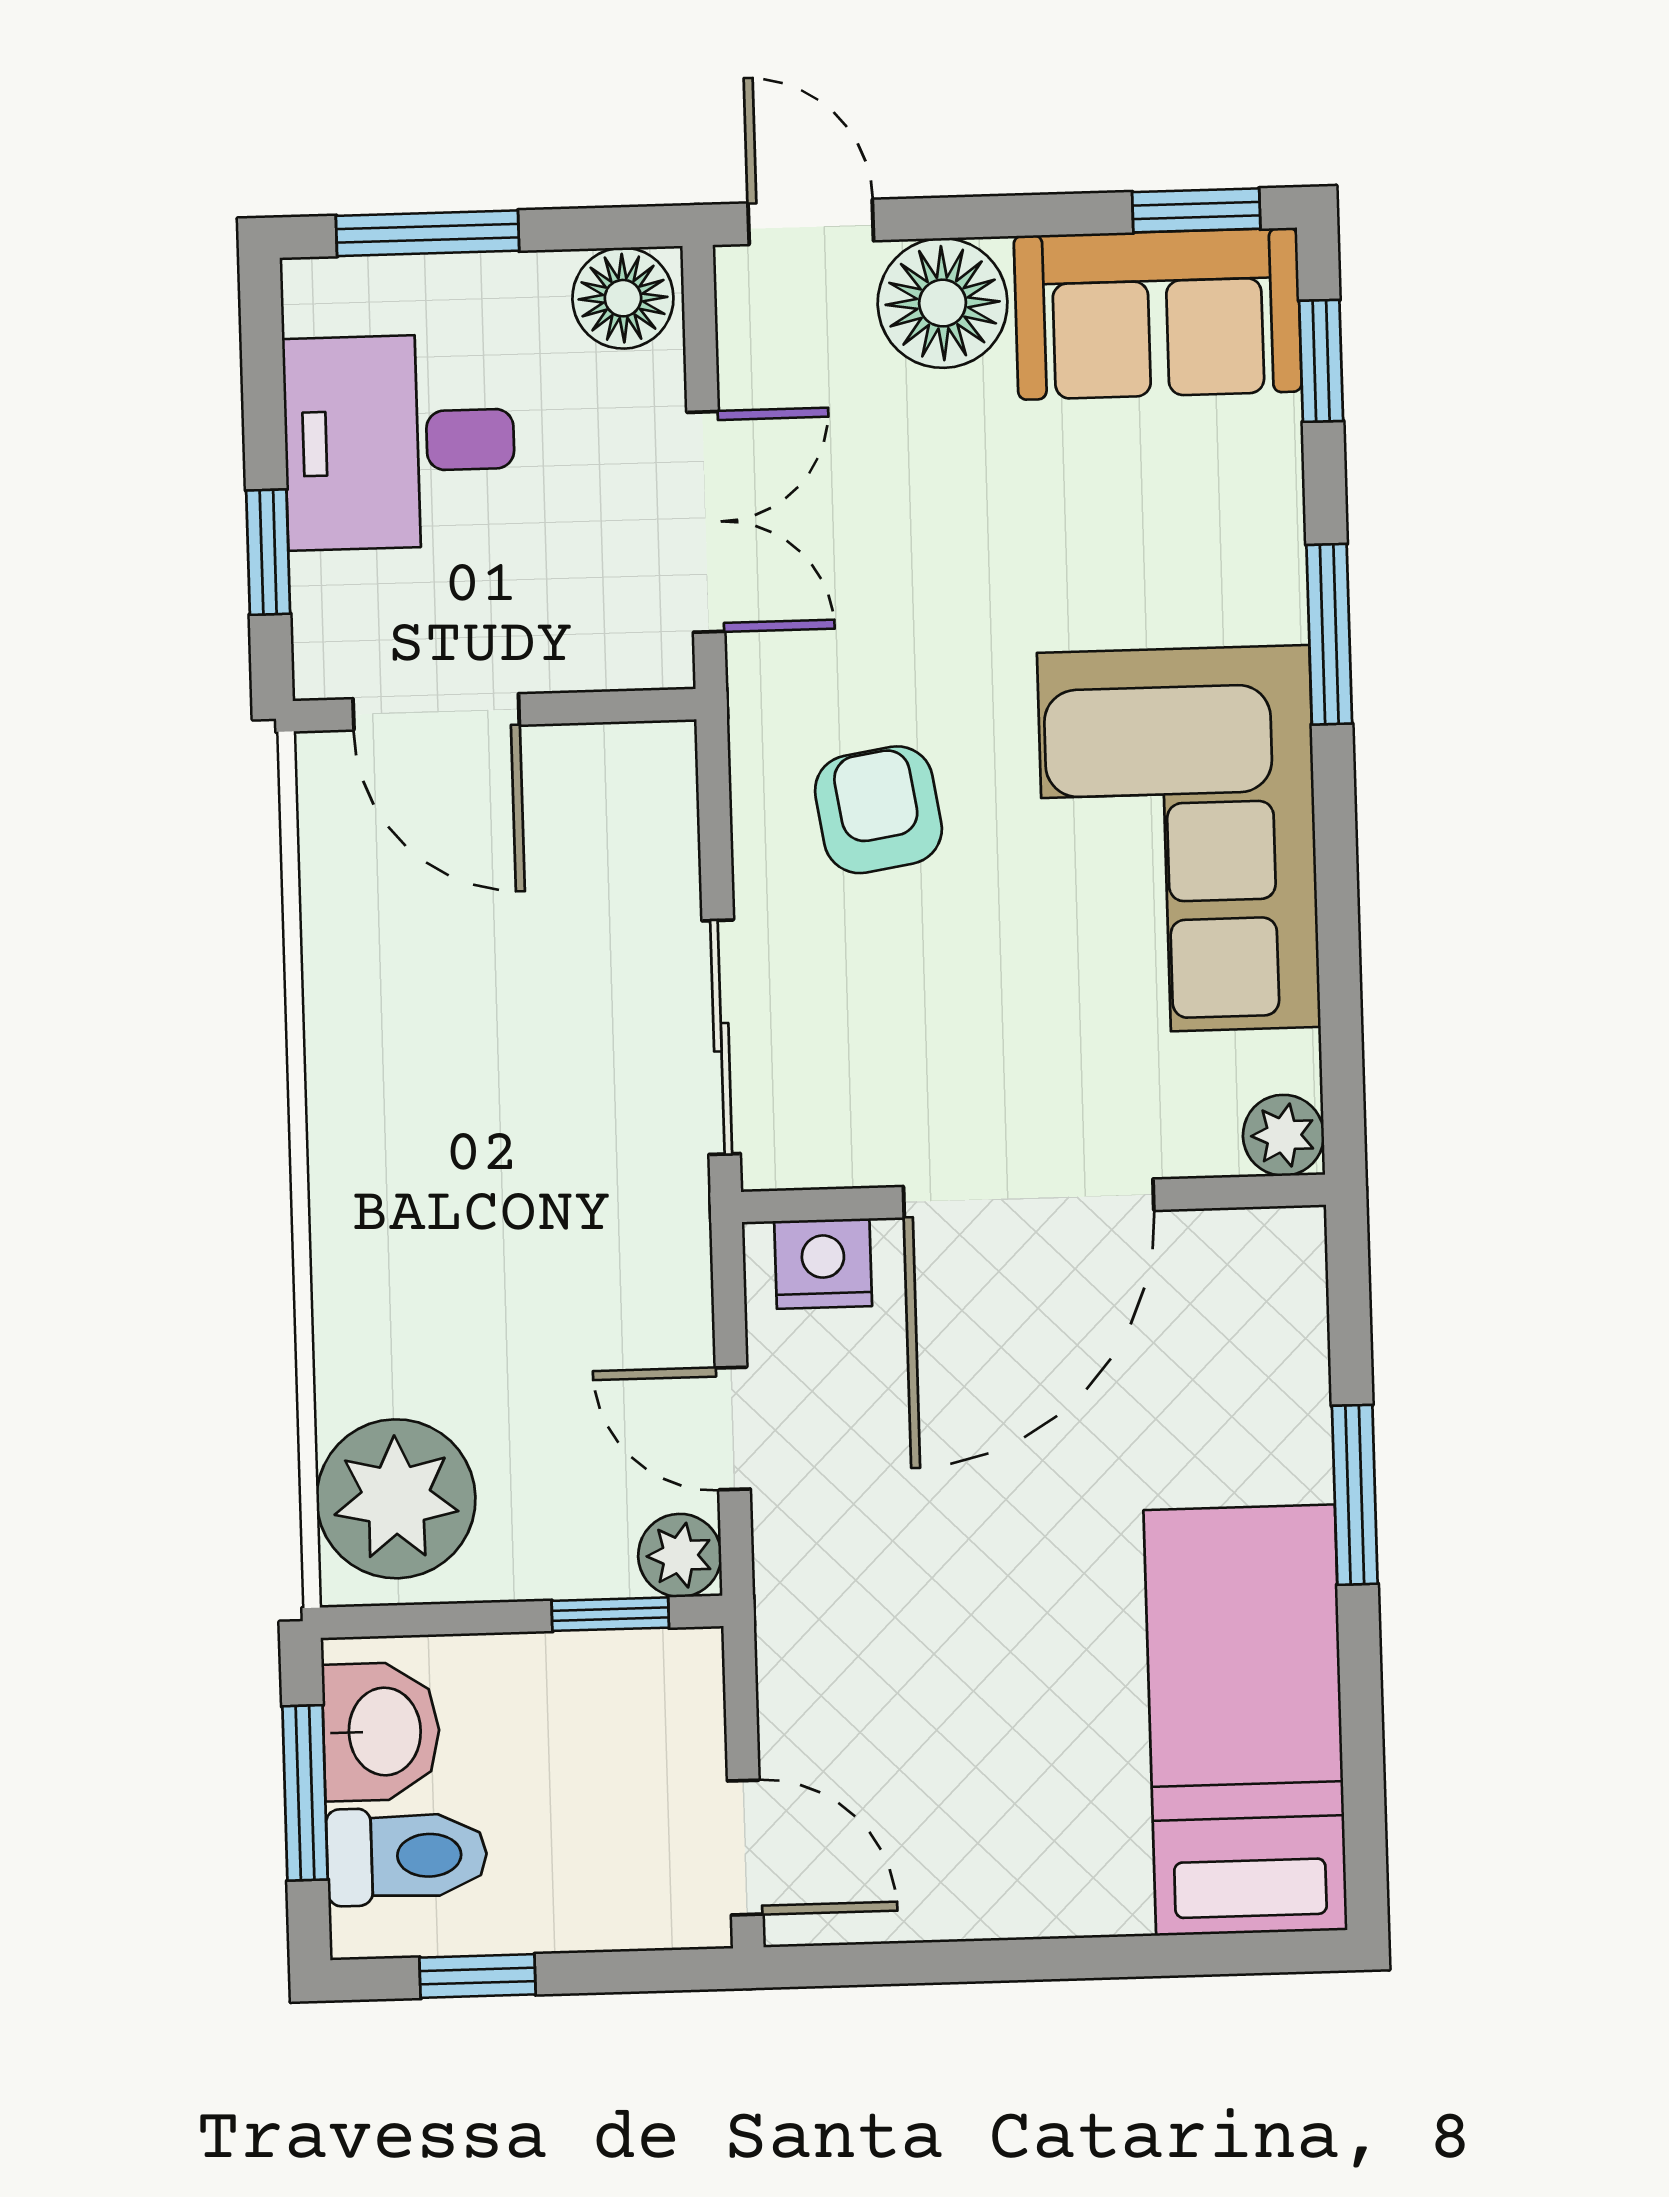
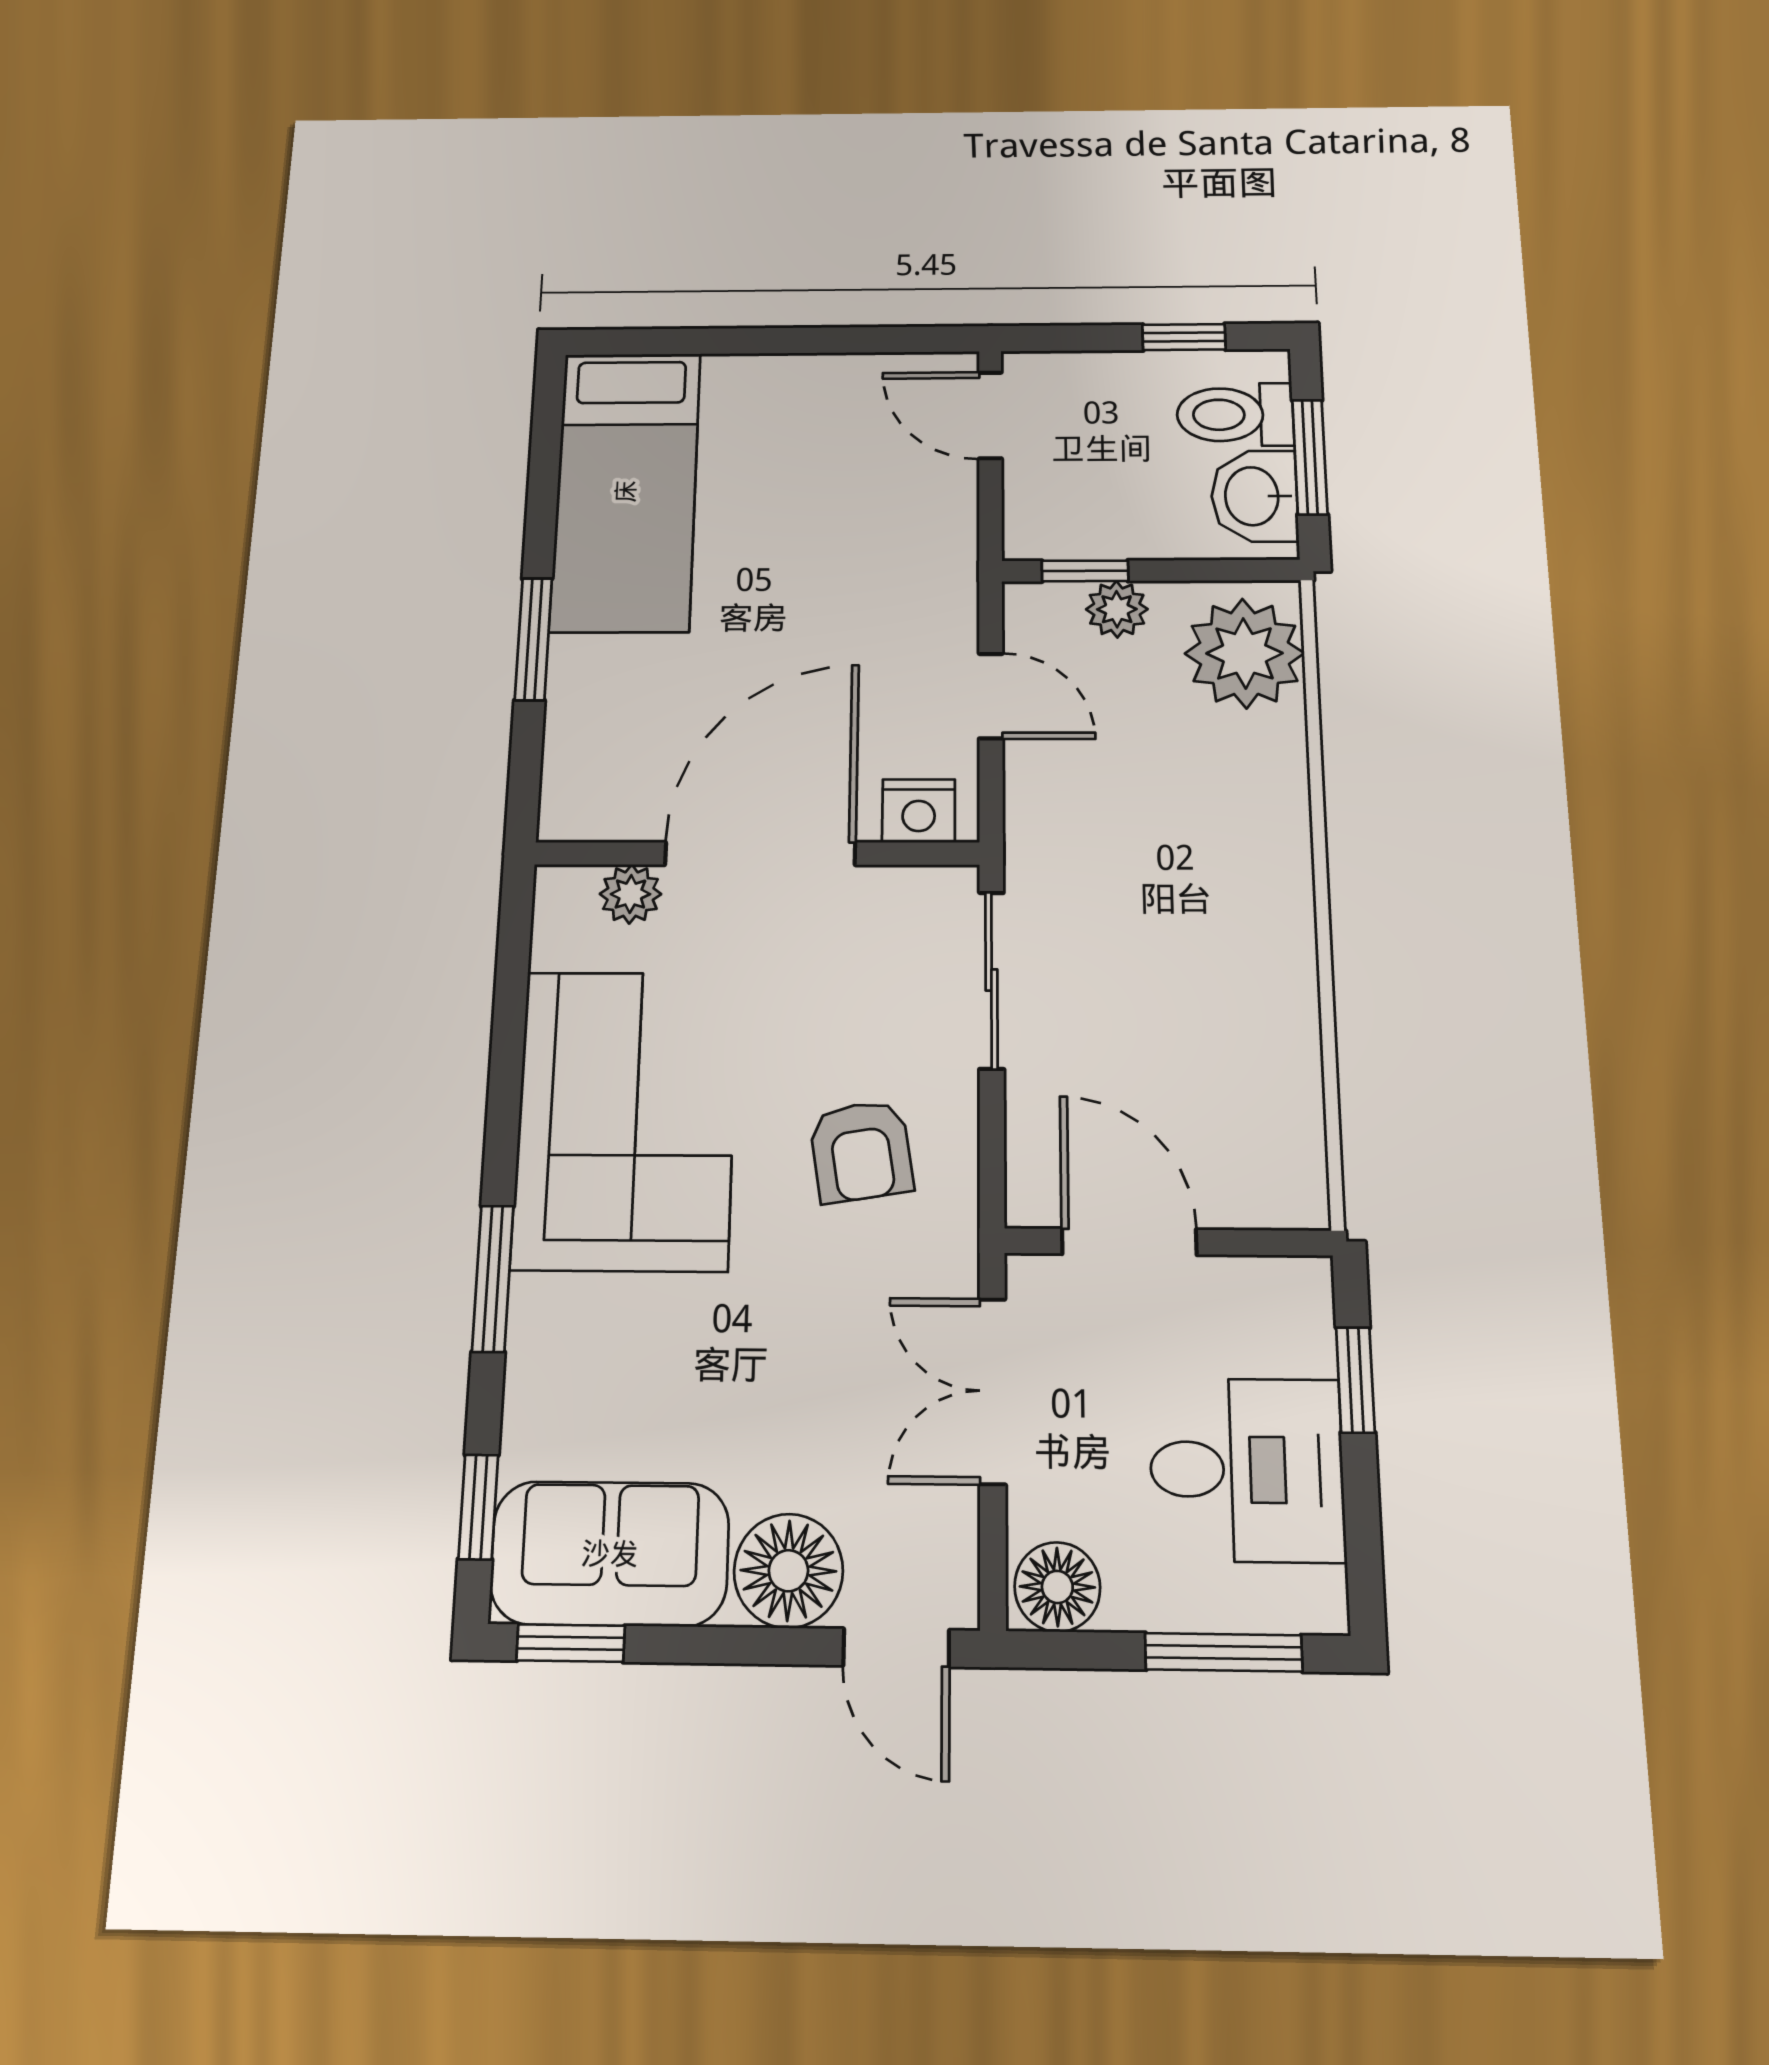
door: (436, 712) -> (1129, 1242), moved
plant: (1283, 1135) -> (630, 894), moved
plant: (680, 1555) -> (1117, 609), moved

